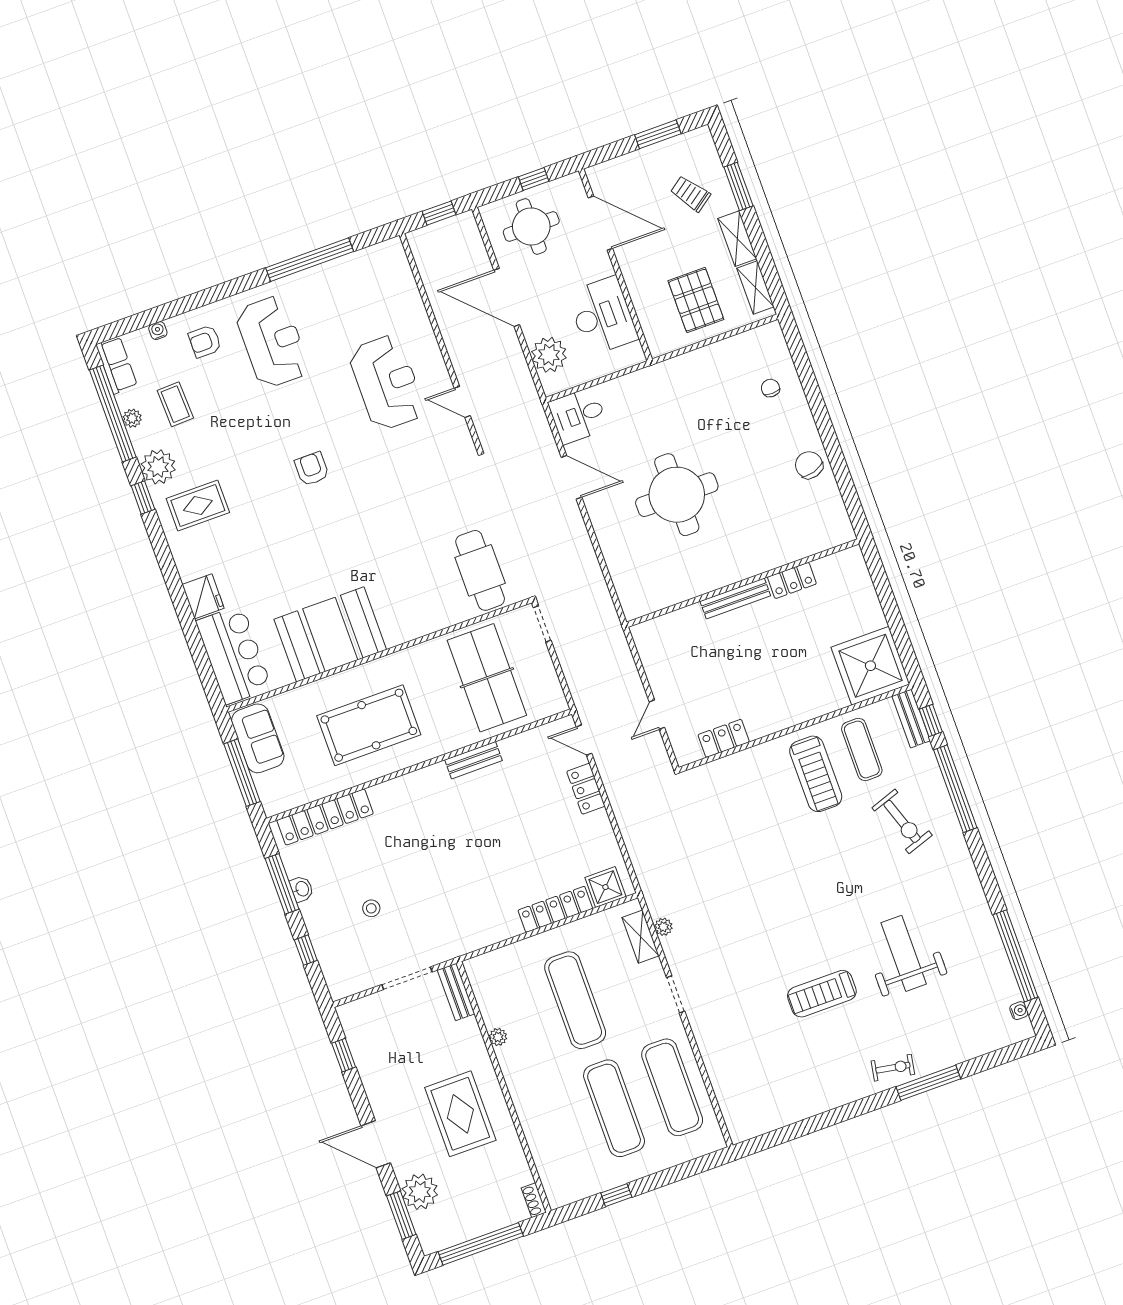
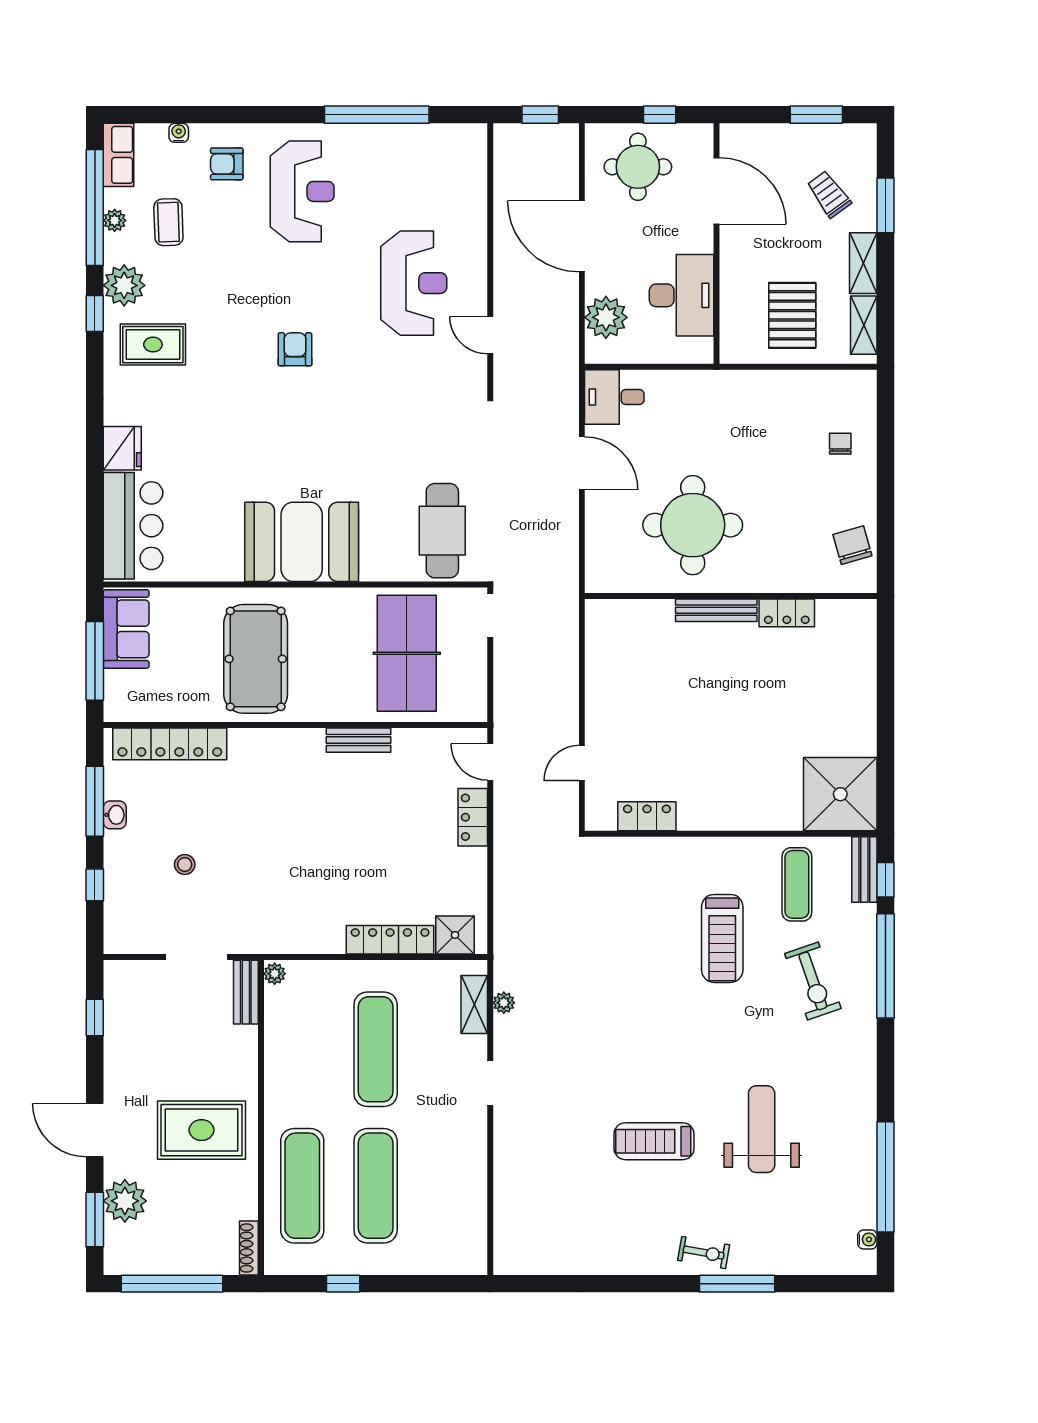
locker: (792, 580) -> (787, 613), moved
wall: (743, 583) -> (731, 596), moved
bench: (735, 598) -> (716, 610), moved
booth: (330, 634) -> (302, 542), moved
pool table: (369, 725) -> (256, 659), turned 90
treadmill: (816, 774) -> (722, 938), moved
plant: (498, 1037) -> (275, 974), moved
exercise mat: (672, 1087) -> (302, 1186), moved
rug: (460, 1114) -> (202, 1130), turned 90
shoe rack: (534, 1200) -> (249, 1248), width x1.43

